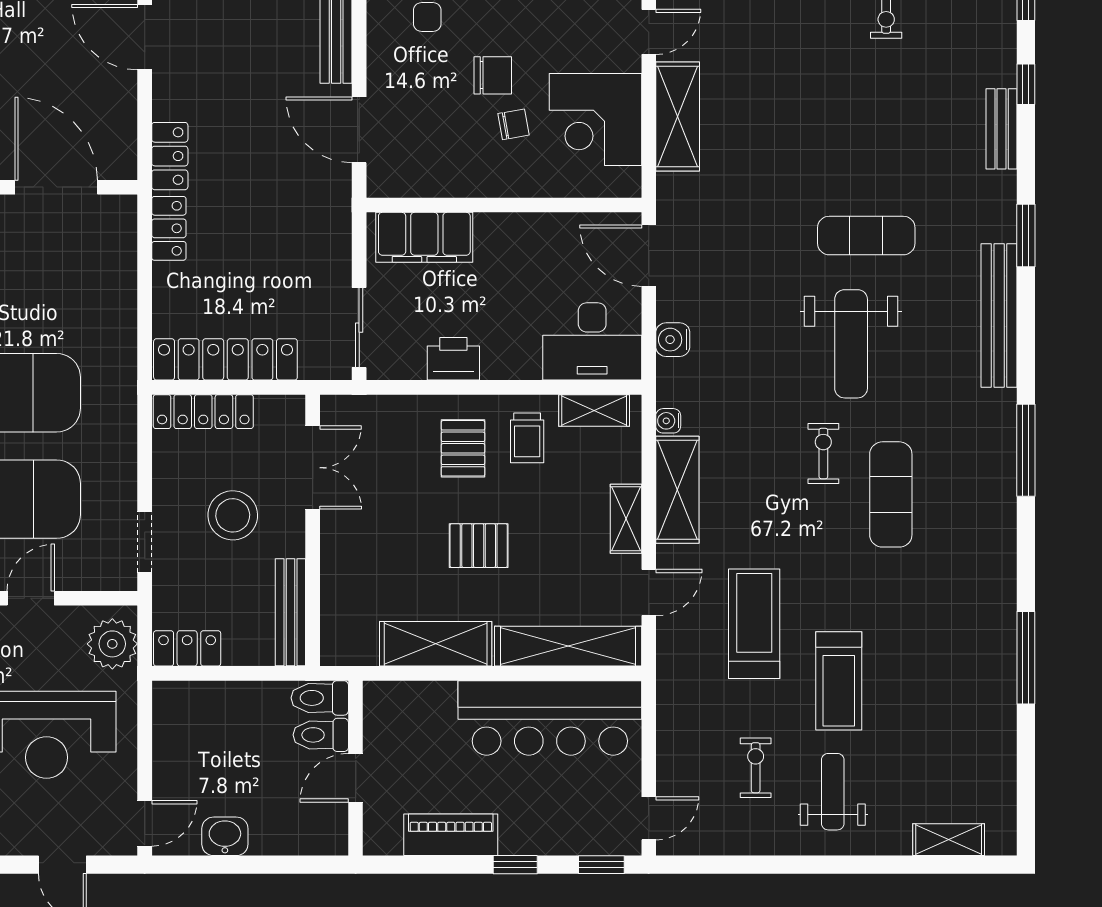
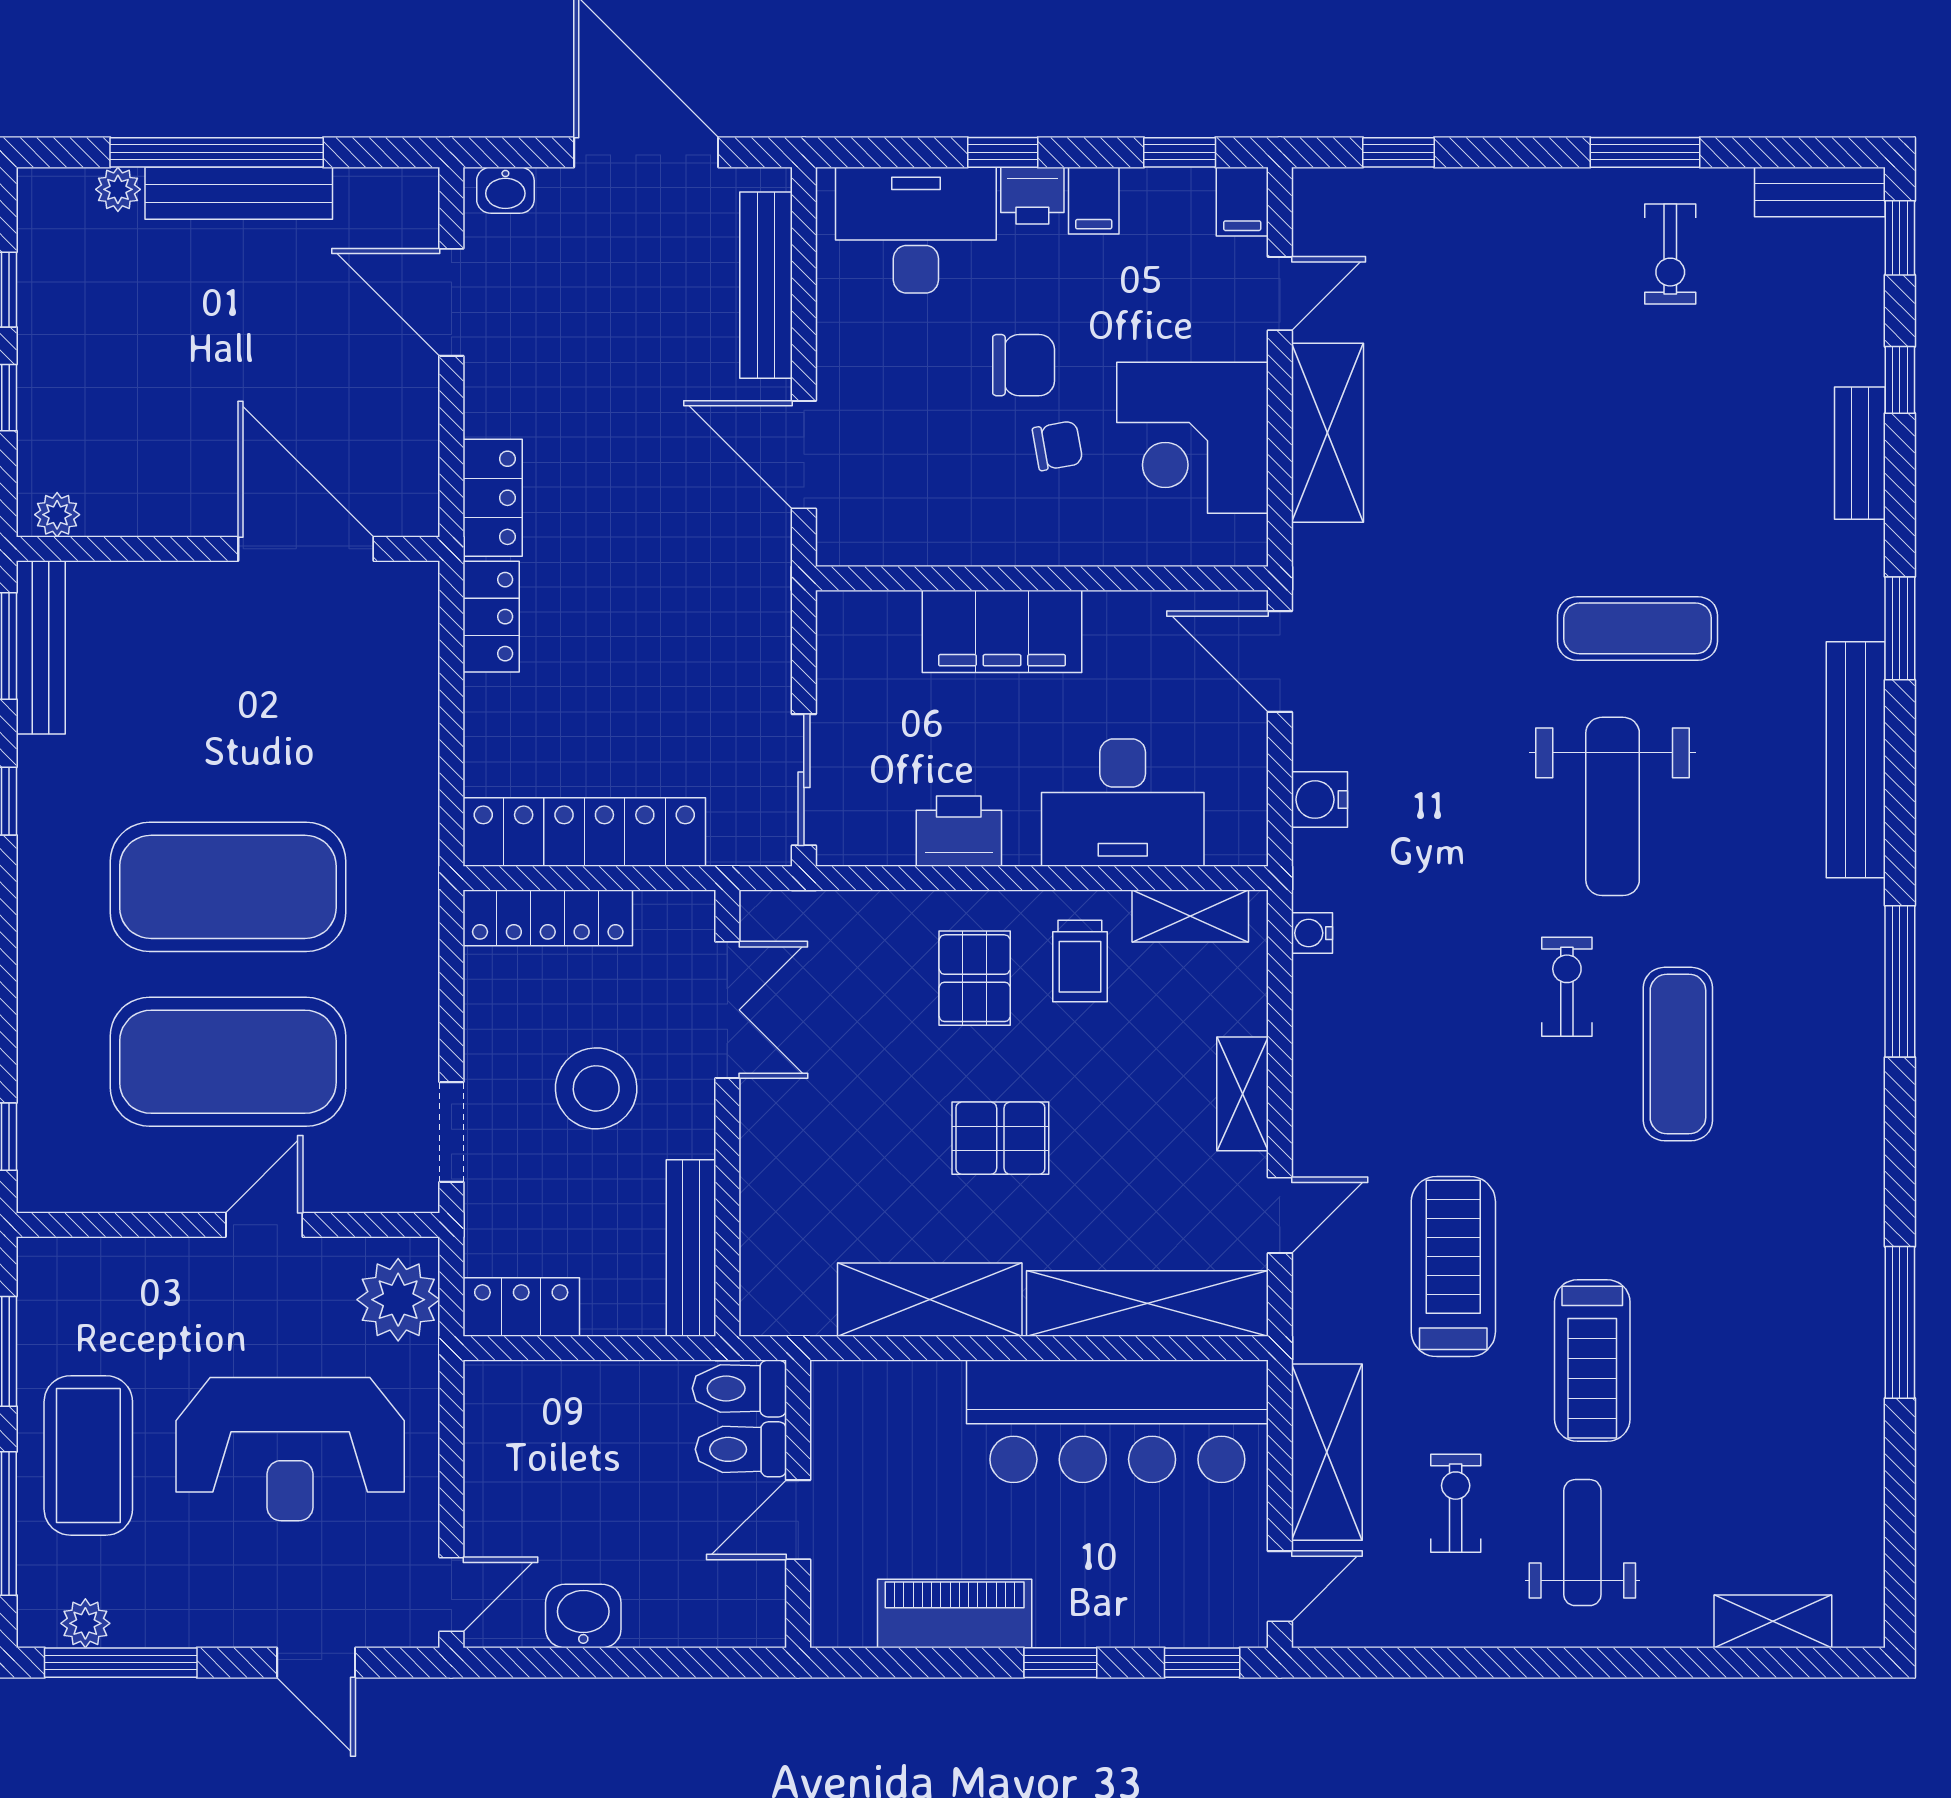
filing cabinet: (424, 237) -> (1002, 631), moved
desk: (592, 341) -> (1123, 803), moved
shelving: (677, 490) -> (1327, 1452), moved

